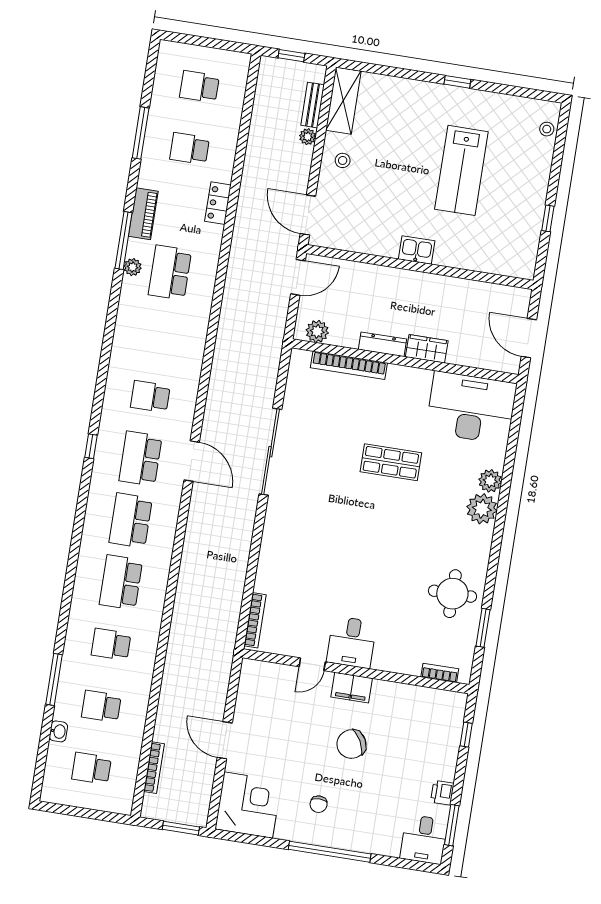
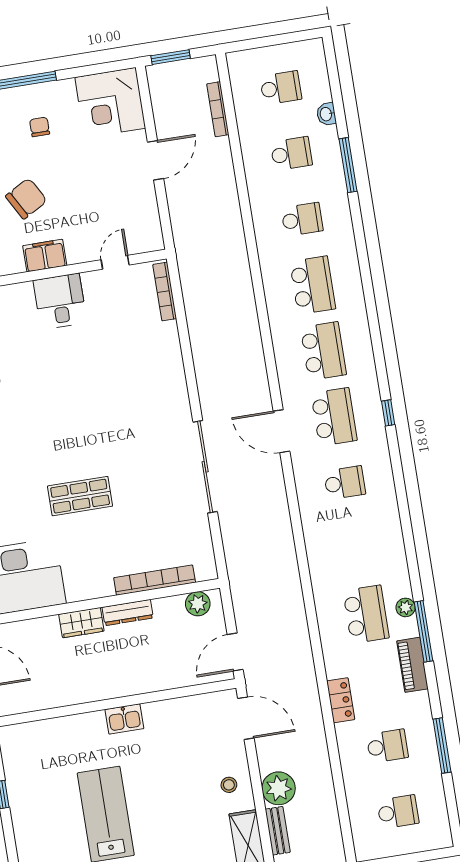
plant: (308, 137) -> (279, 788), width x1.88, depth x1.88
door: (312, 664) -> (115, 262), moved
door: (225, 740) -> (155, 160), hinge flipped

